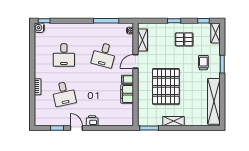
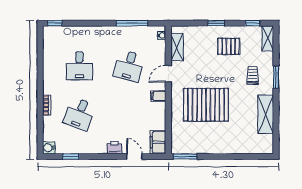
water cooler: (39, 28) -> (49, 148), moved
pallet: (166, 86) -> (206, 105), turned 90
desk: (64, 94) -> (79, 114), turned 33
filing cabinet: (127, 94) -> (158, 142), moved
shelving: (214, 101) -> (266, 114), width x0.68
shelving: (173, 121) -> (215, 148), removed
door: (76, 128) -> (134, 156), moved

